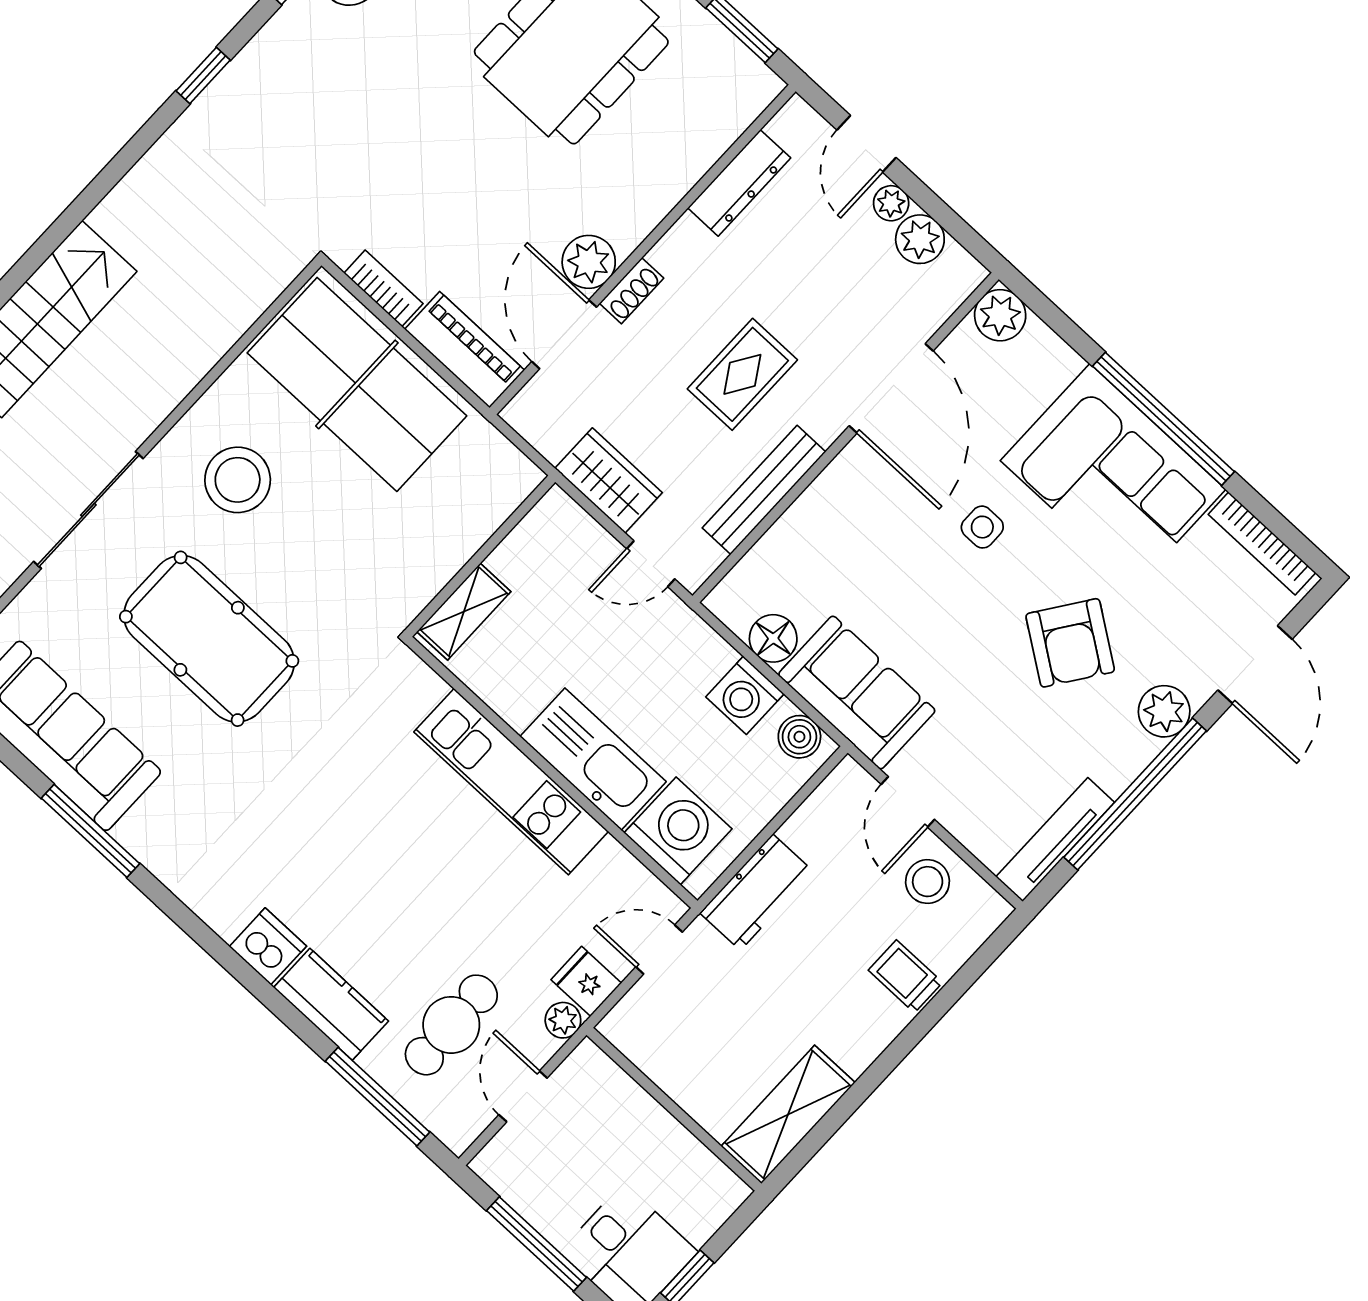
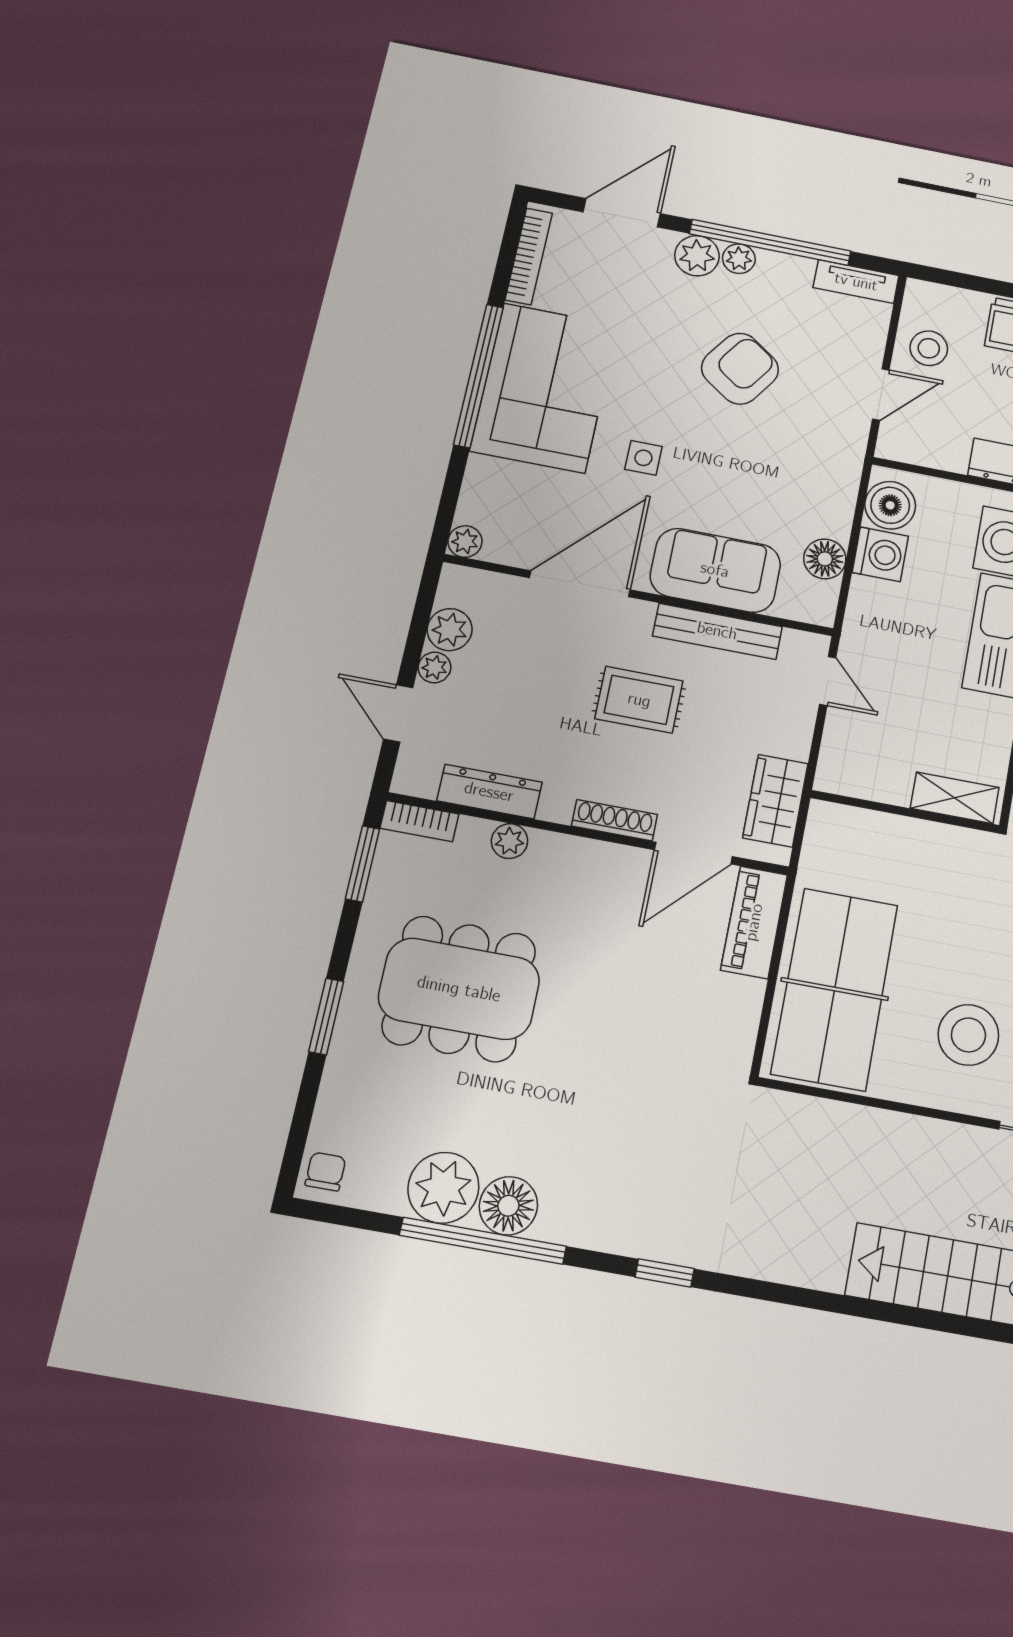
door: (867, 144) -> (398, 713), swing flipped
plant: (589, 262) -> (510, 841), moved, width x0.73, depth x0.73
bookcase: (383, 288) -> (419, 821), moved, turned -90
shoe rack: (632, 291) -> (614, 820), width x1.43
plant: (1000, 315) -> (465, 542), width x0.73, depth x0.73
wardrobe: (609, 481) -> (775, 801), moved
armchair: (1070, 643) -> (740, 369), moved
sofa: (857, 693) -> (715, 570), moved, turned 90
boiler: (799, 737) -> (890, 505), width x1.36, depth x1.36
plant: (1136, 751) -> (739, 259), added
tv unit: (1055, 840) -> (856, 282), width x0.71

